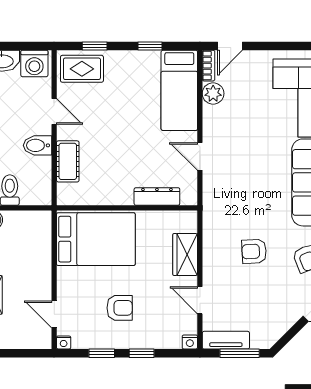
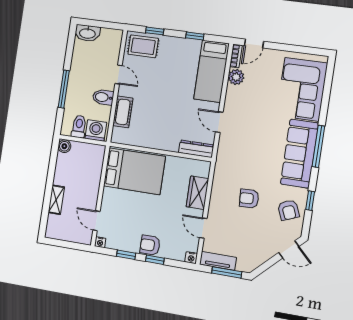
washing machine: (34, 64) -> (96, 130), moved, turned 180
dresser: (157, 196) -> (196, 149), moved
armchair: (120, 308) -> (150, 245), moved, turned 180

